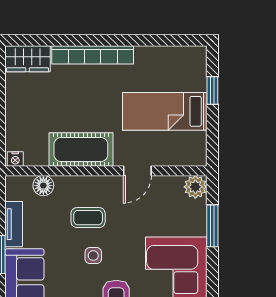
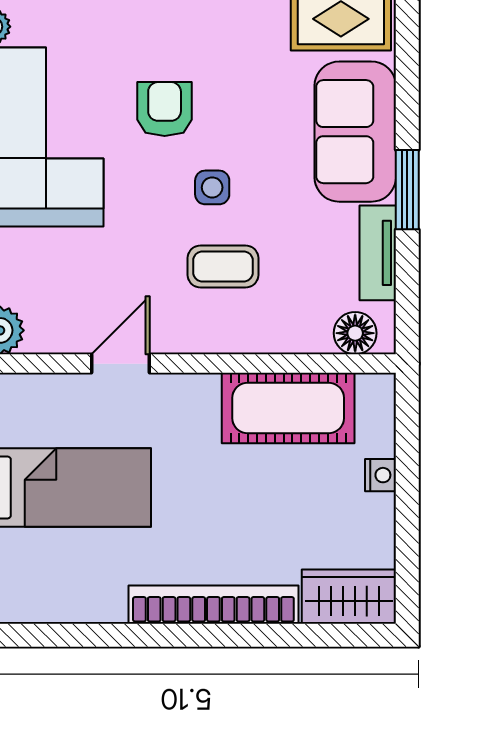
cot: (81, 150) -> (288, 408), moved
nightstand: (15, 159) -> (380, 475), moved, turned 90
floor lamp: (43, 186) -> (355, 333), moved

